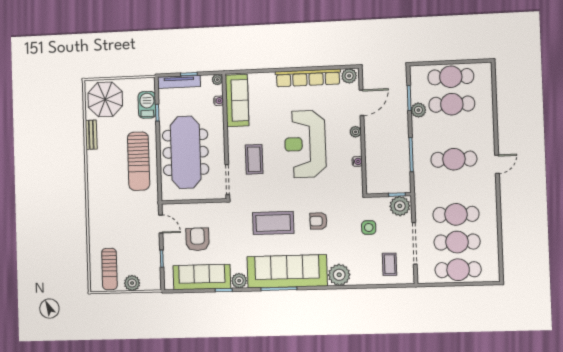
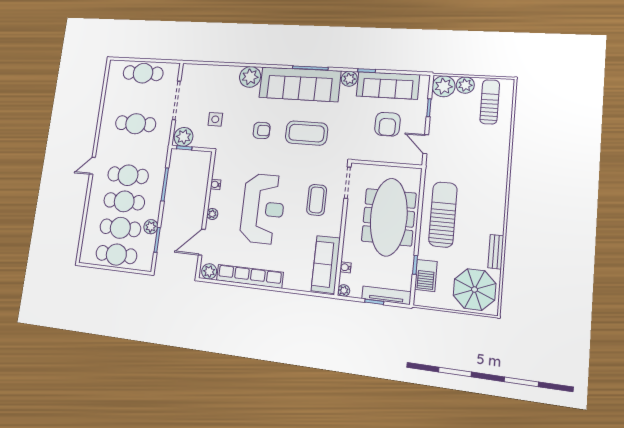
cafe table: (457, 242) -> (124, 201), moved
coffee table: (390, 264) -> (202, 83), removed
plant: (151, 280) -> (444, 86), added

